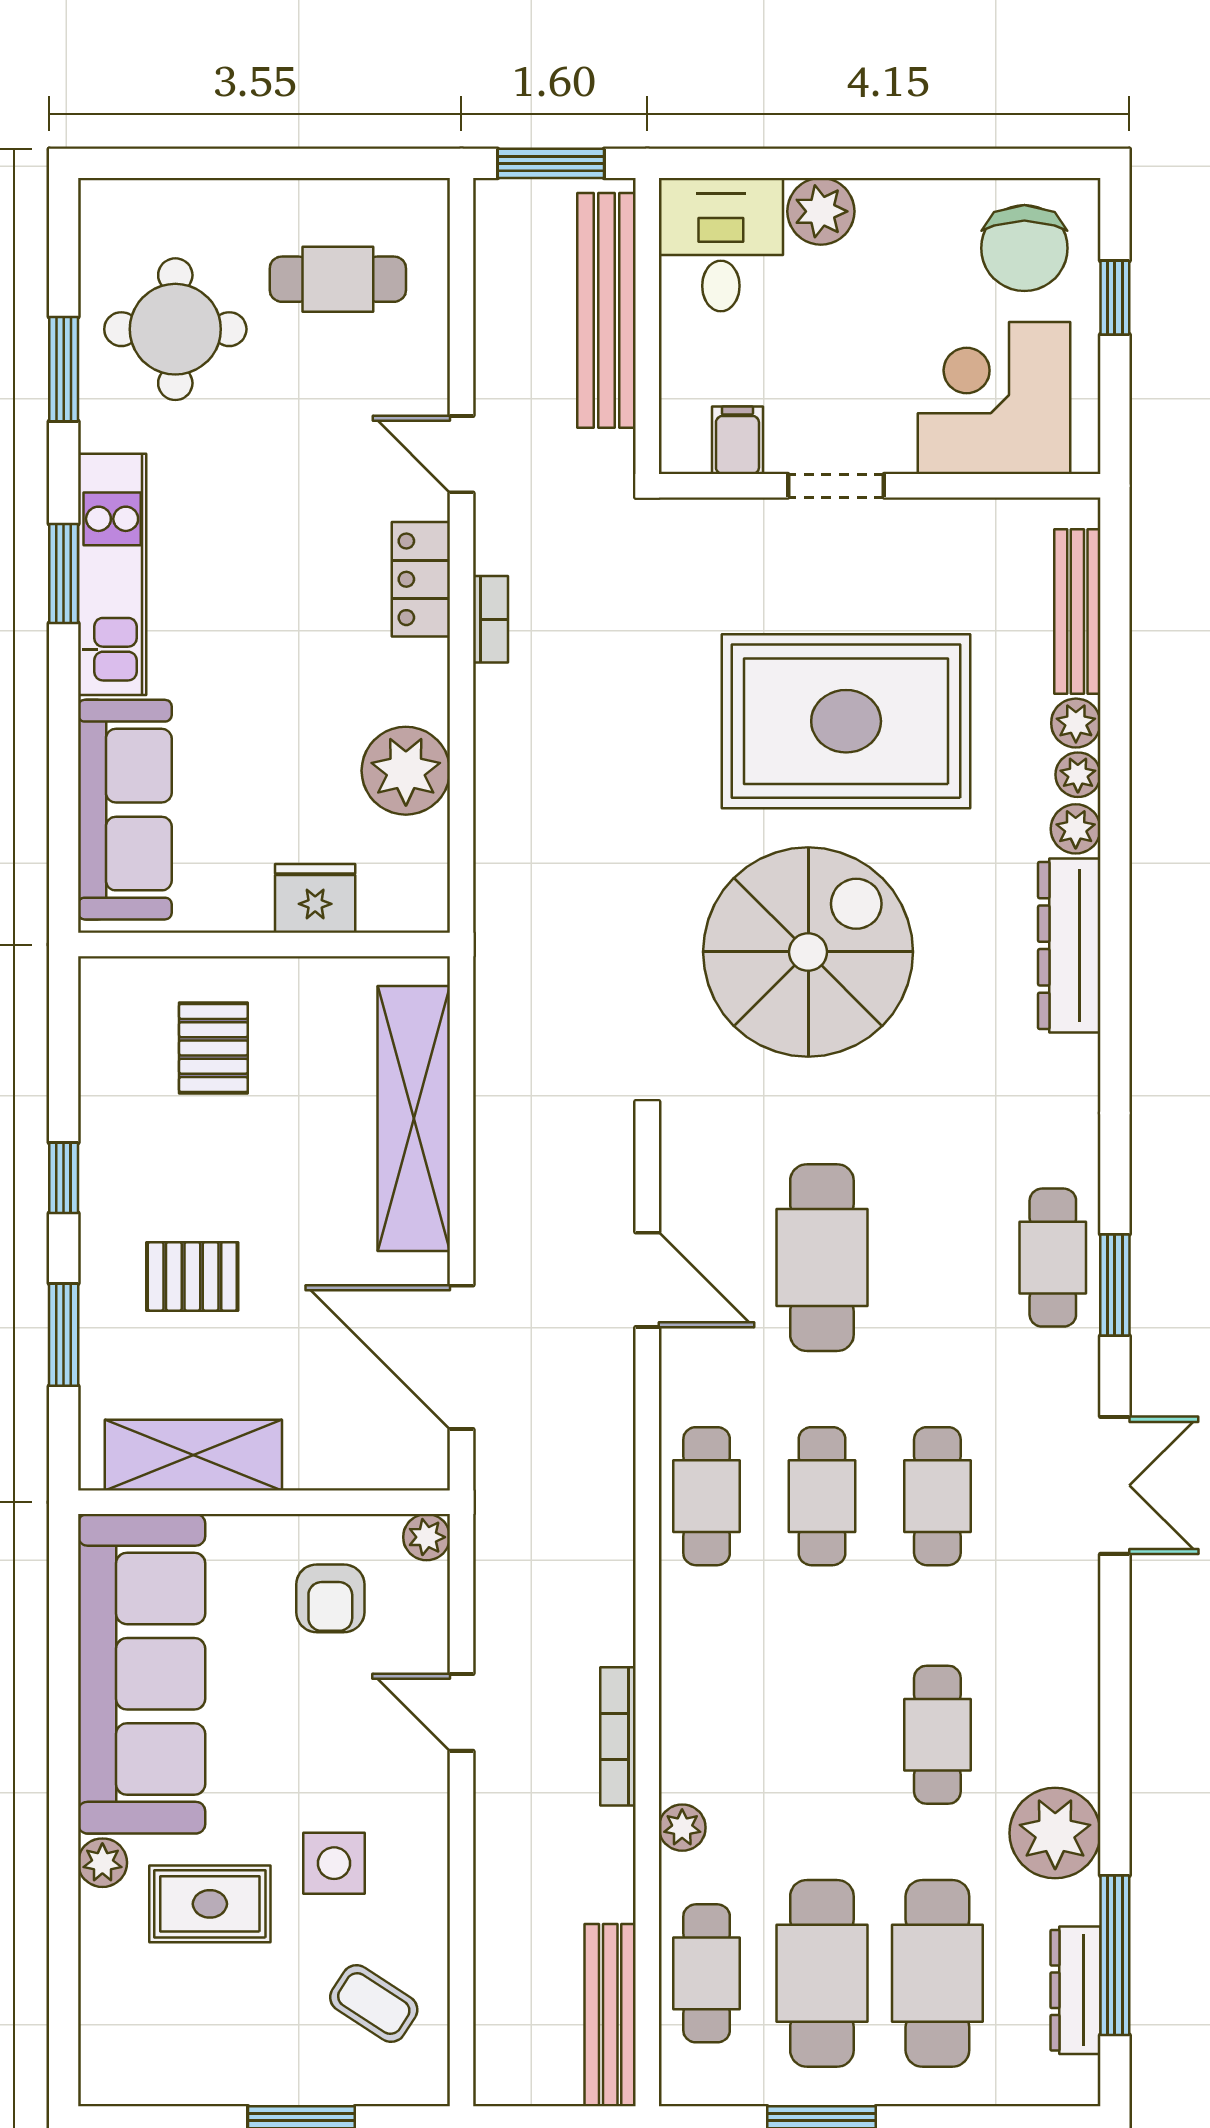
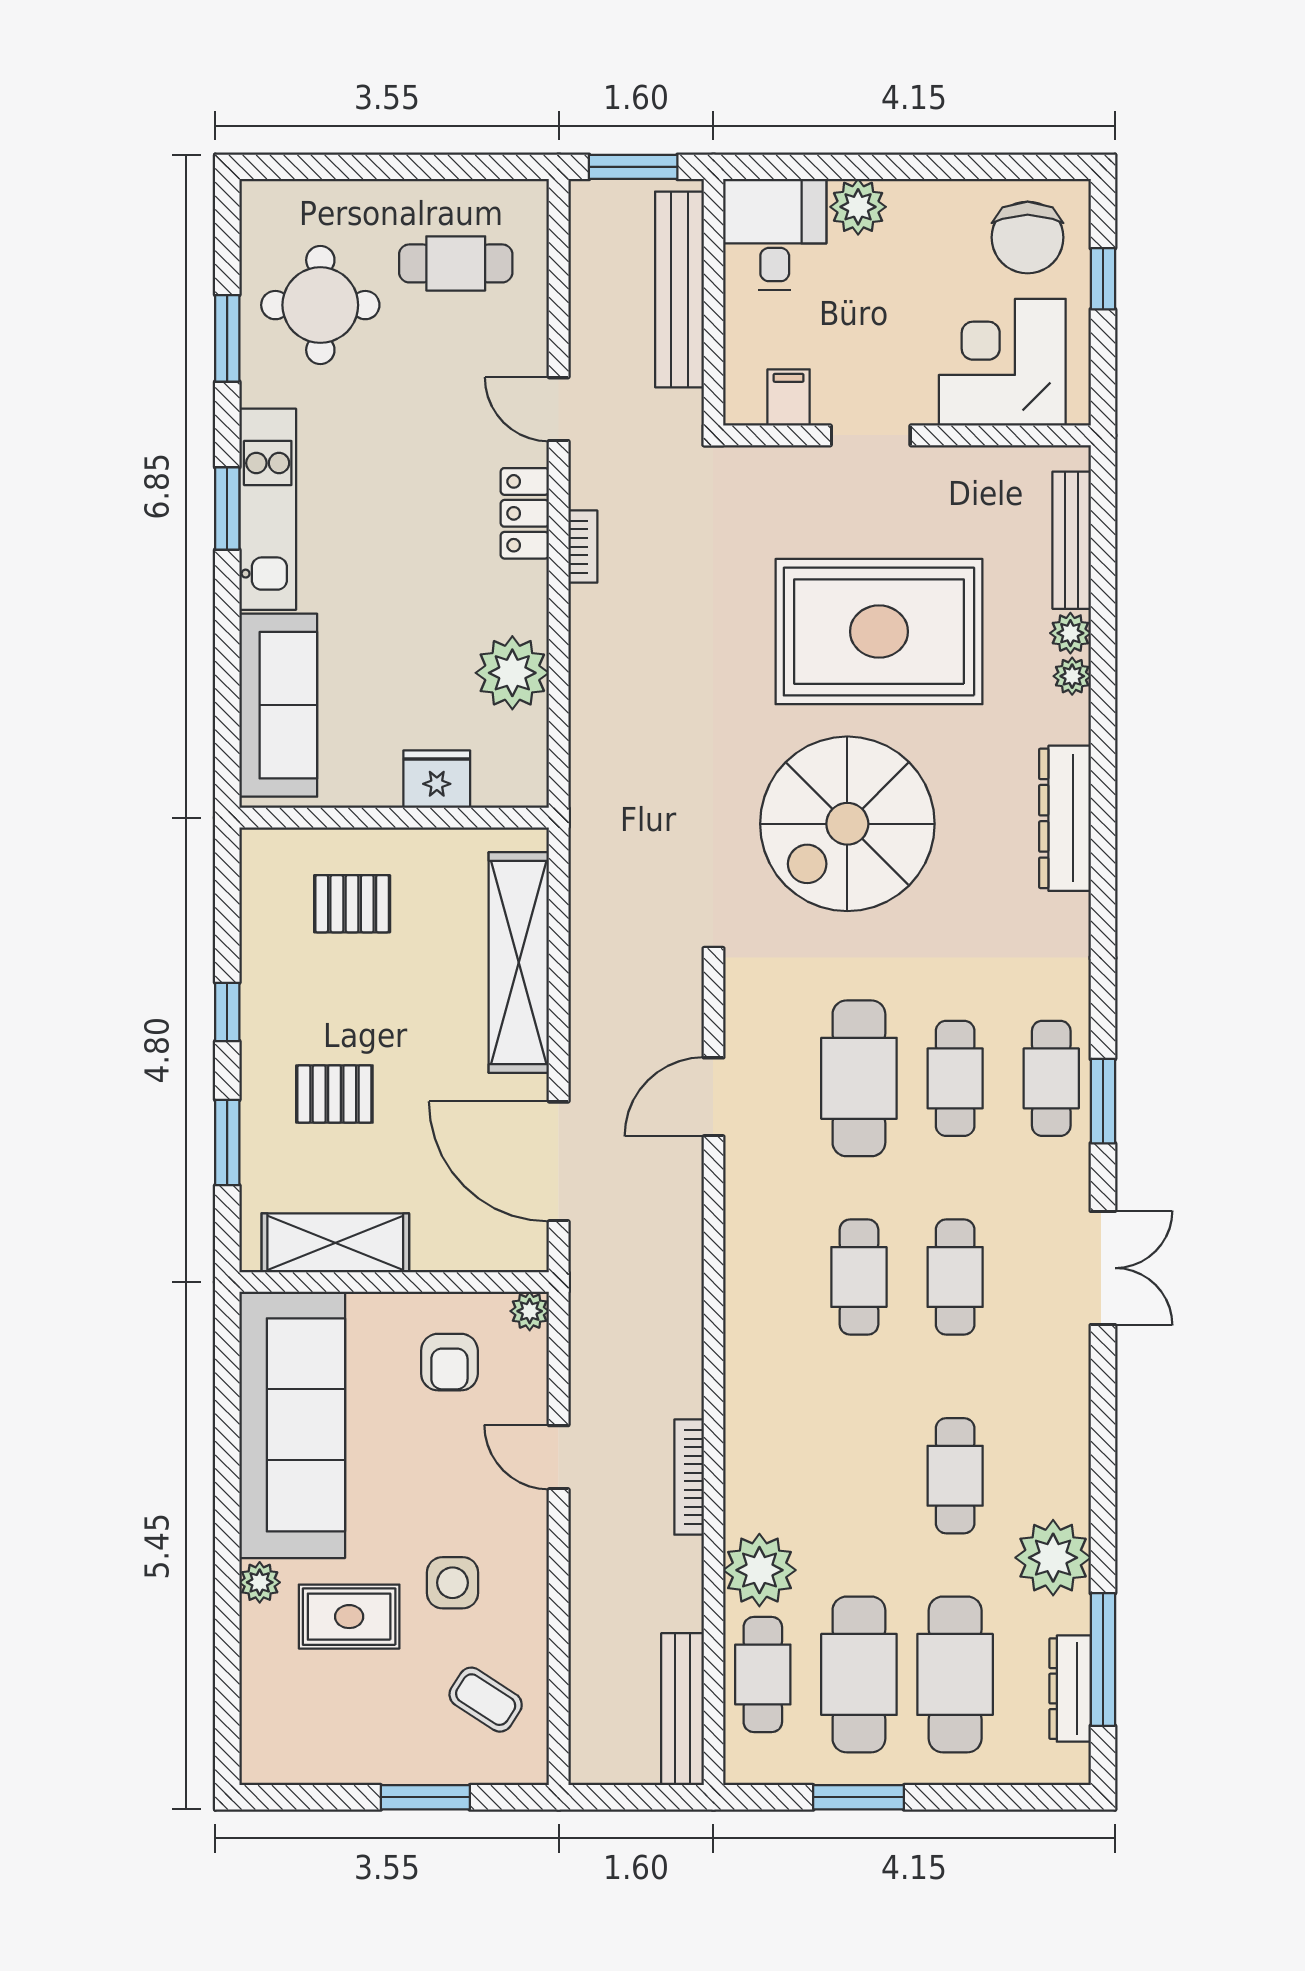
plant: (1076, 829) -> (1070, 721), removed
spiral stairs: (808, 952) -> (847, 824), turned 180
pallet: (213, 1048) -> (352, 904), turned 90
door: (647, 1280) -> (713, 1097), swing flipped
cafe table: (707, 1496) -> (955, 1078), moved
plant: (682, 1828) -> (759, 1570), width x1.87, depth x1.87

